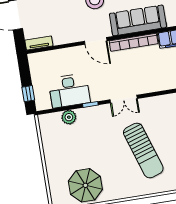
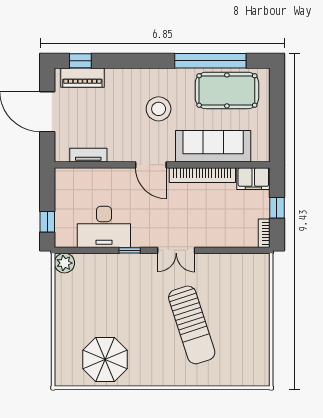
tv unit: (39, 43) -> (88, 155), moved
plant: (69, 117) -> (64, 263), moved

